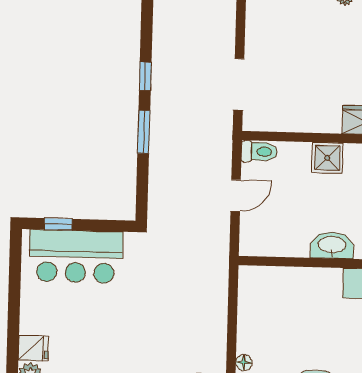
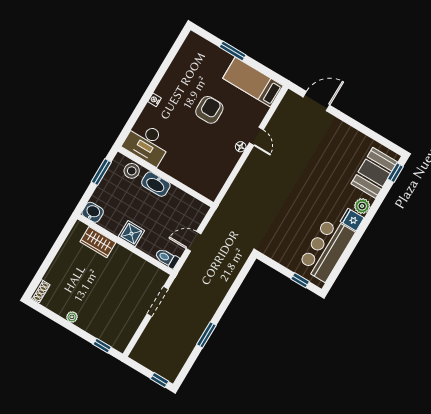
window: (145, 76) -> (206, 335), width x1.50
window: (144, 132) -> (224, 305), removed
bar counter: (76, 256) -> (326, 249), moved, turned -90

